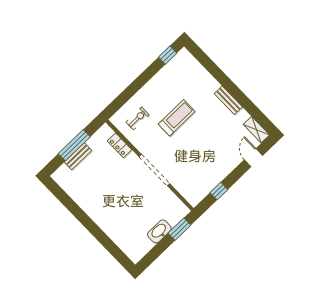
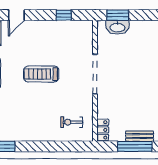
treadmill: (177, 118) -> (41, 74), moved
locker: (120, 145) -> (103, 130), moved
washbasin: (159, 231) -> (117, 27), moved

